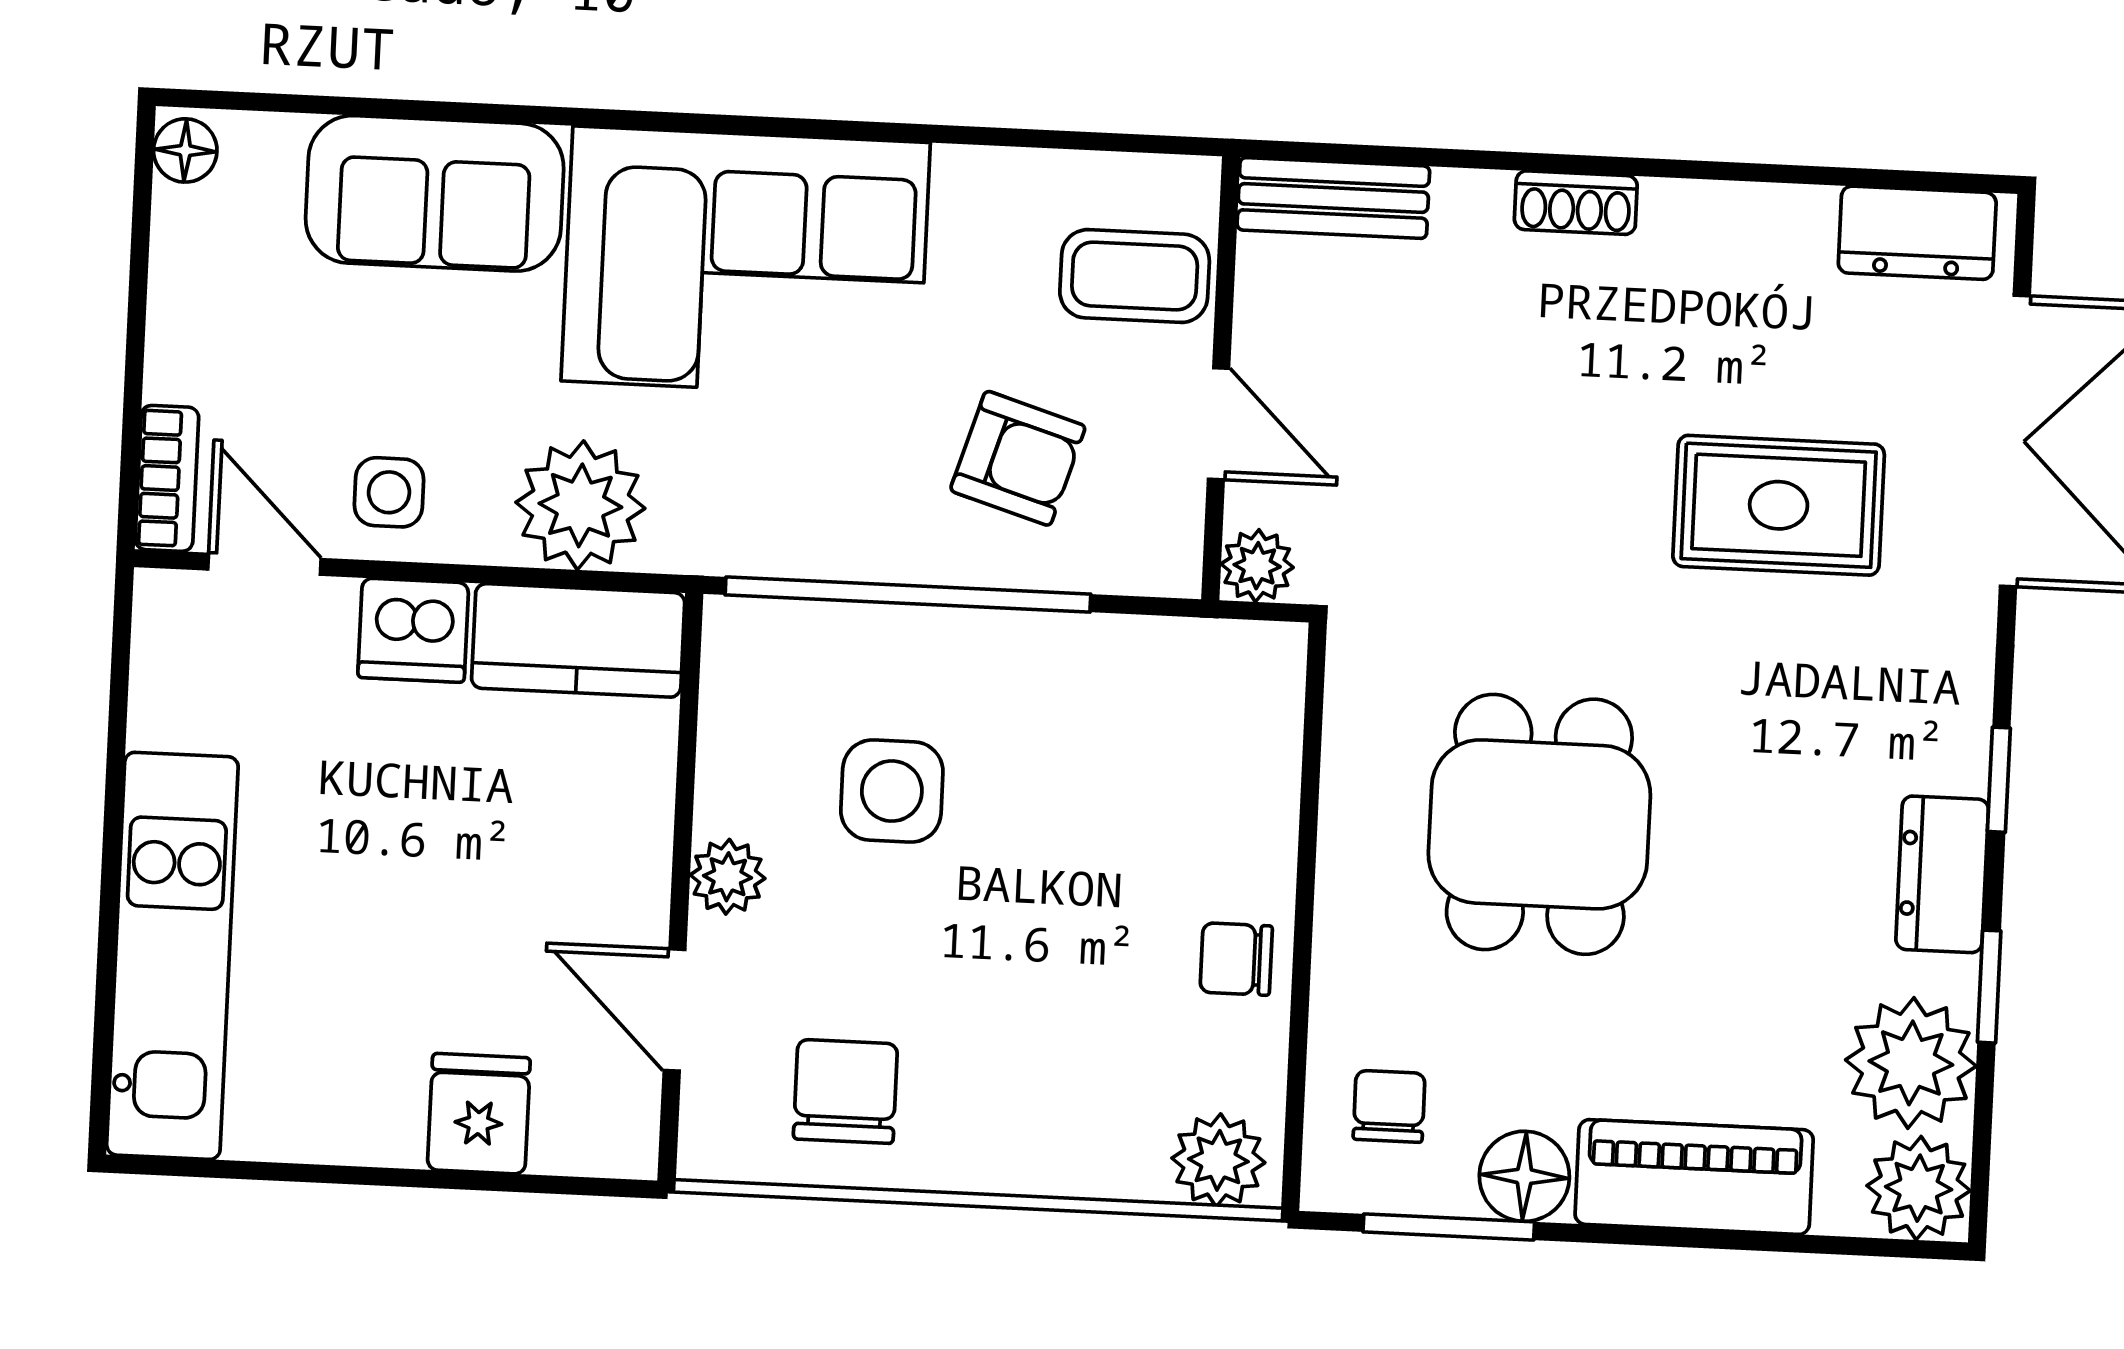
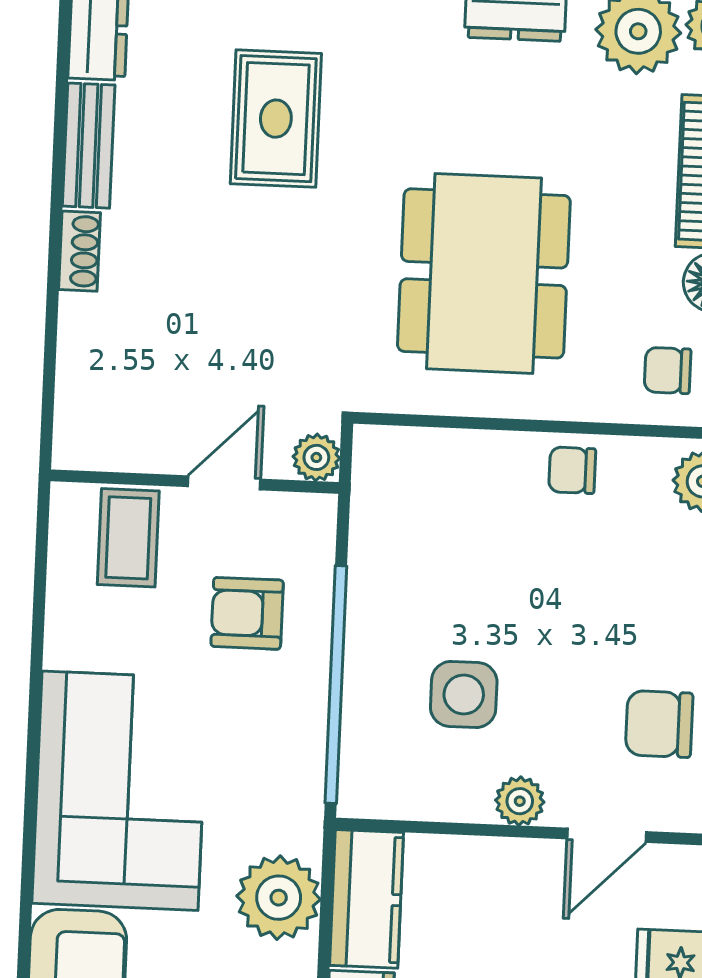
bench: (1333, 198) -> (89, 146), moved
armchair: (1018, 458) -> (247, 613), turned -107
dining table: (1539, 824) -> (484, 273), width x1.38
chair: (1236, 959) -> (572, 470), turned 90

